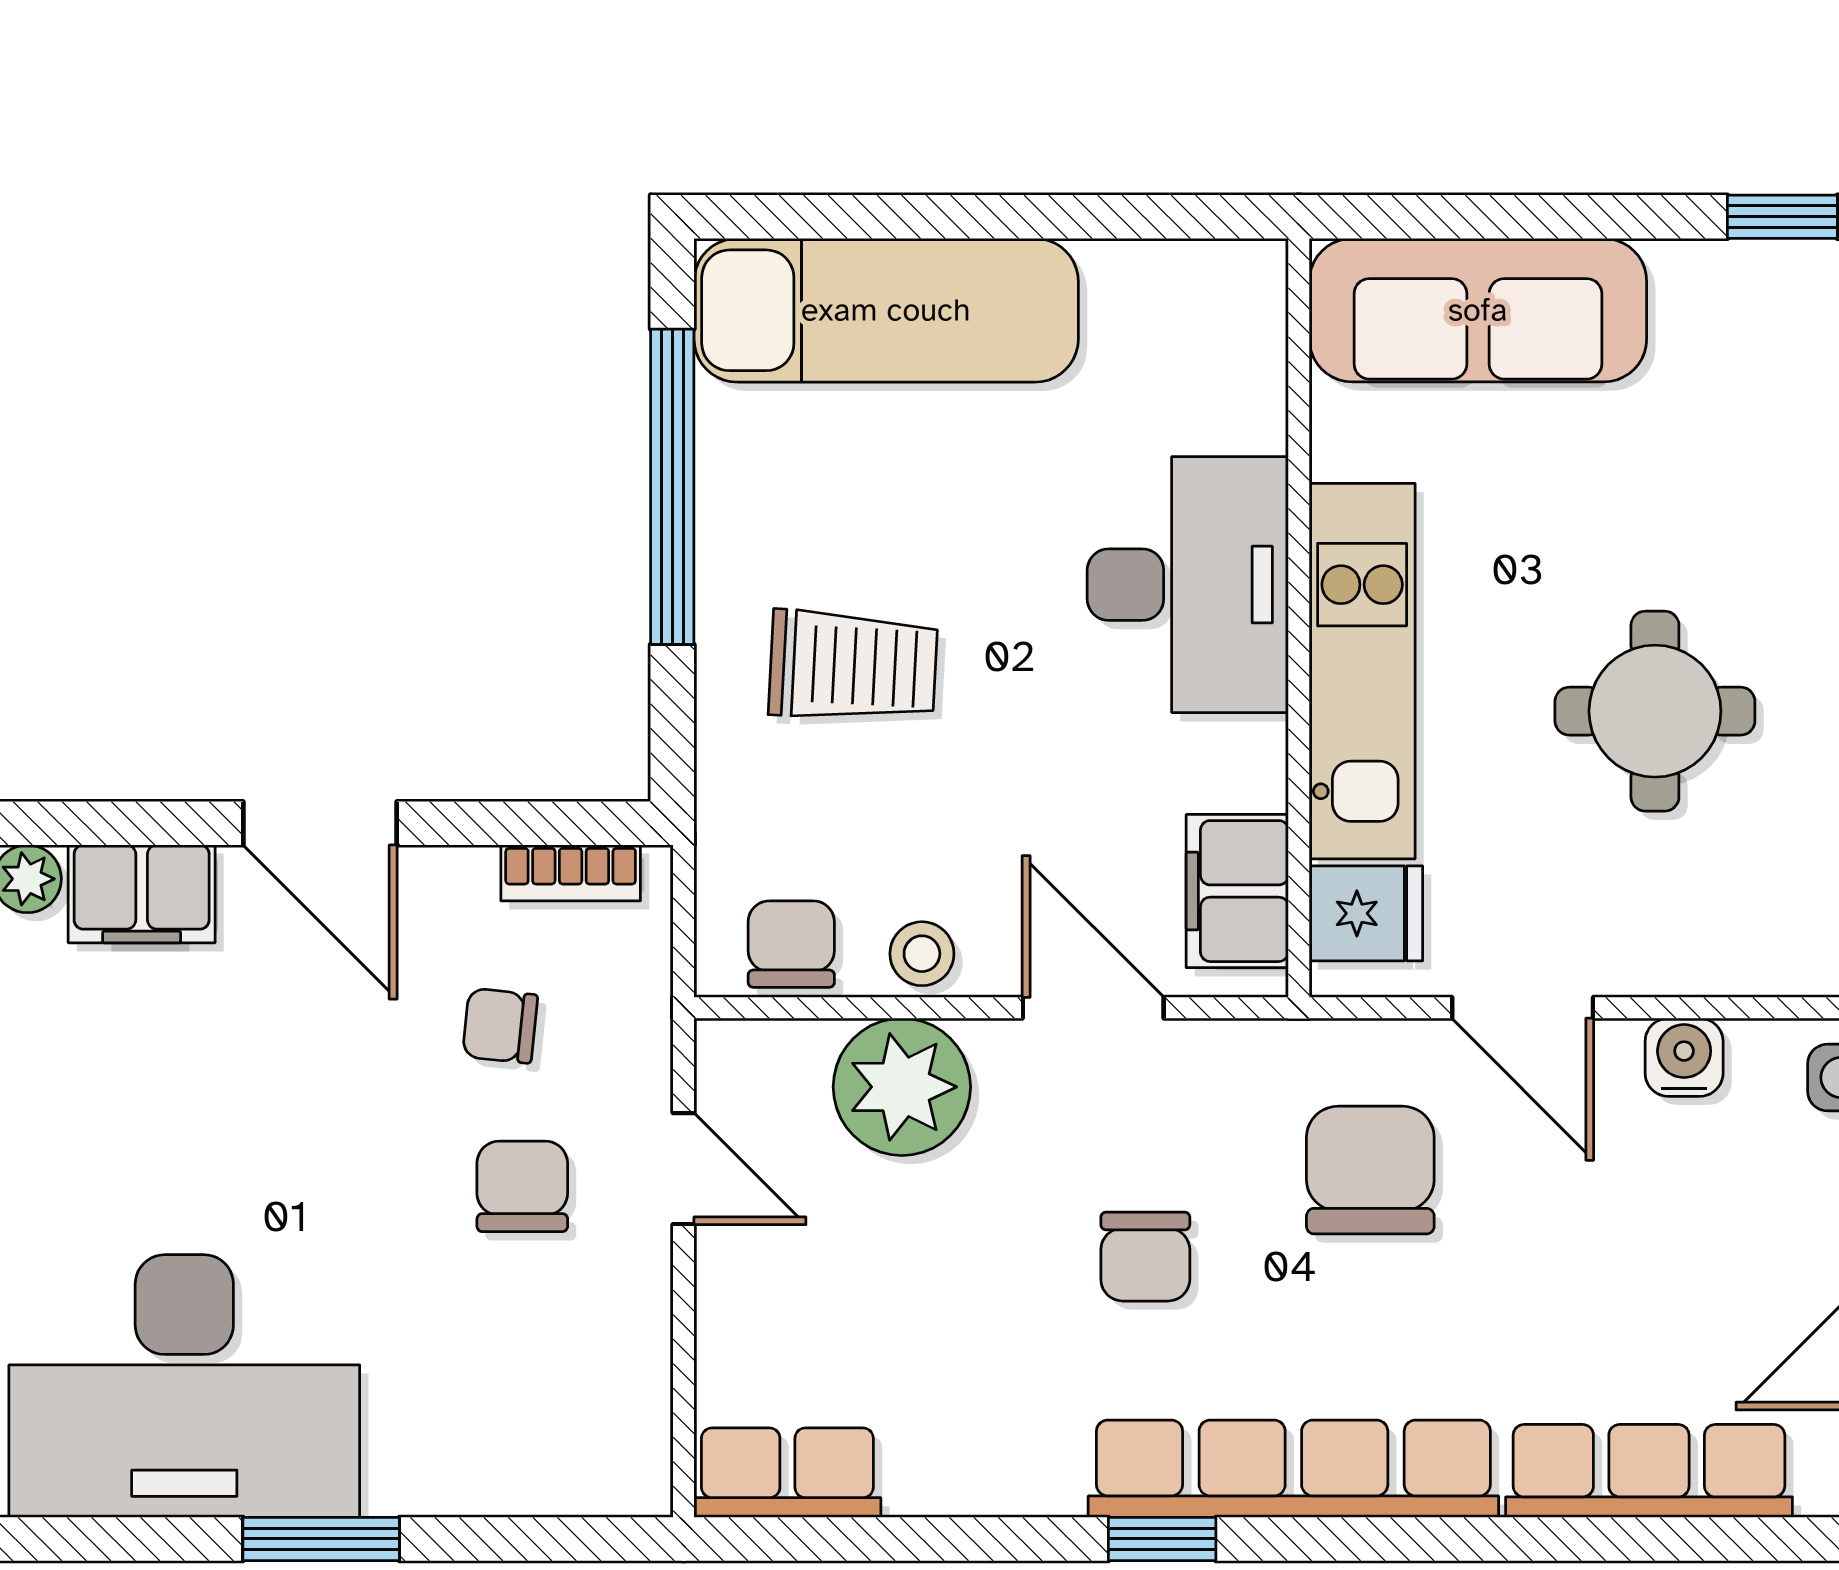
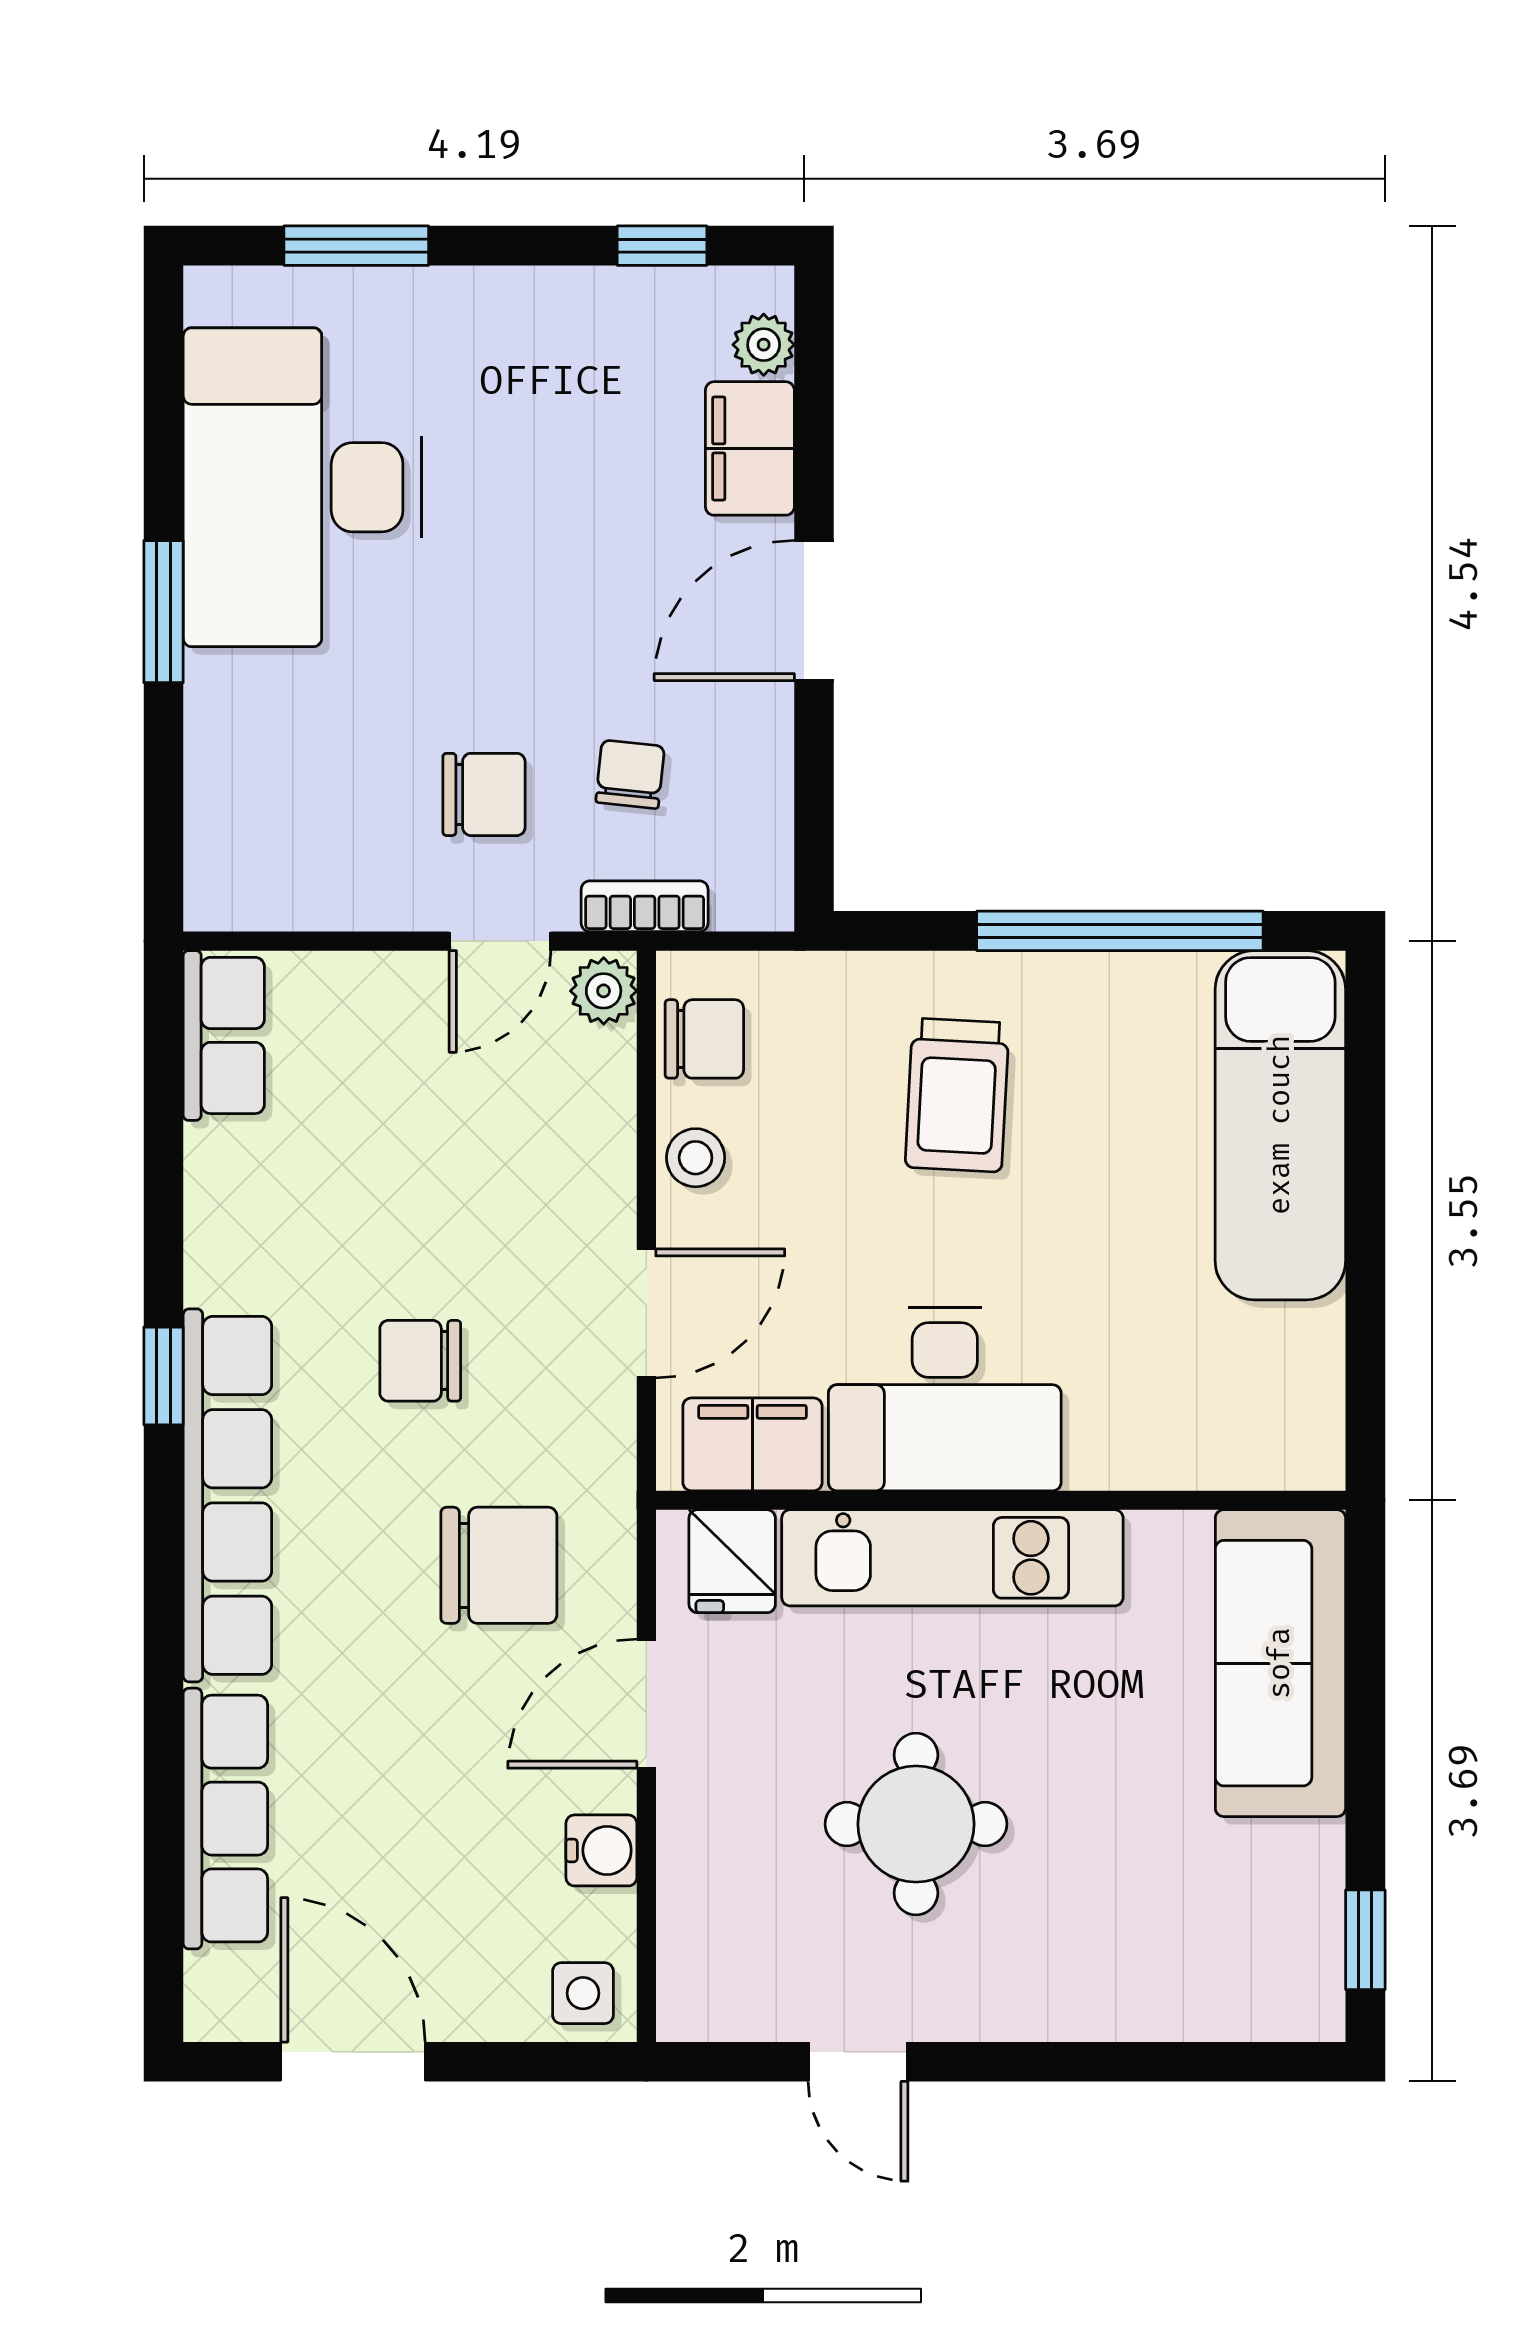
desk: (1188, 585) -> (945, 1399), moved
bookcase: (571, 873) -> (645, 906), moved, turned 90
plant: (902, 1087) -> (604, 991), moved, width x0.53, depth x0.53

